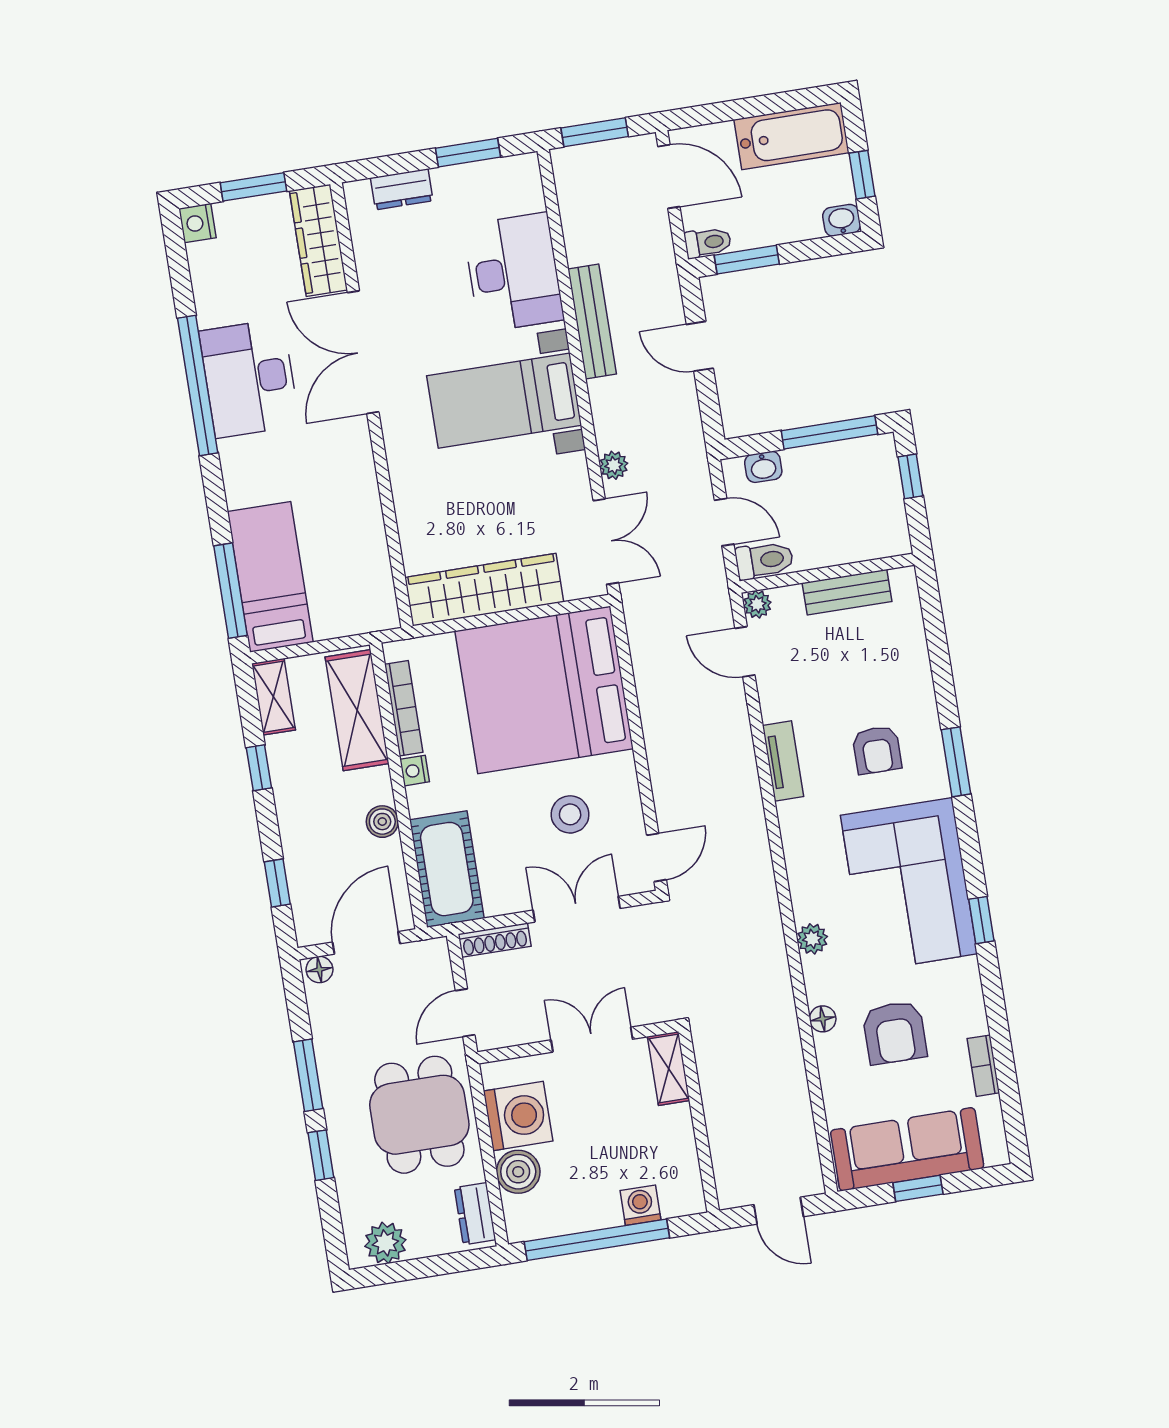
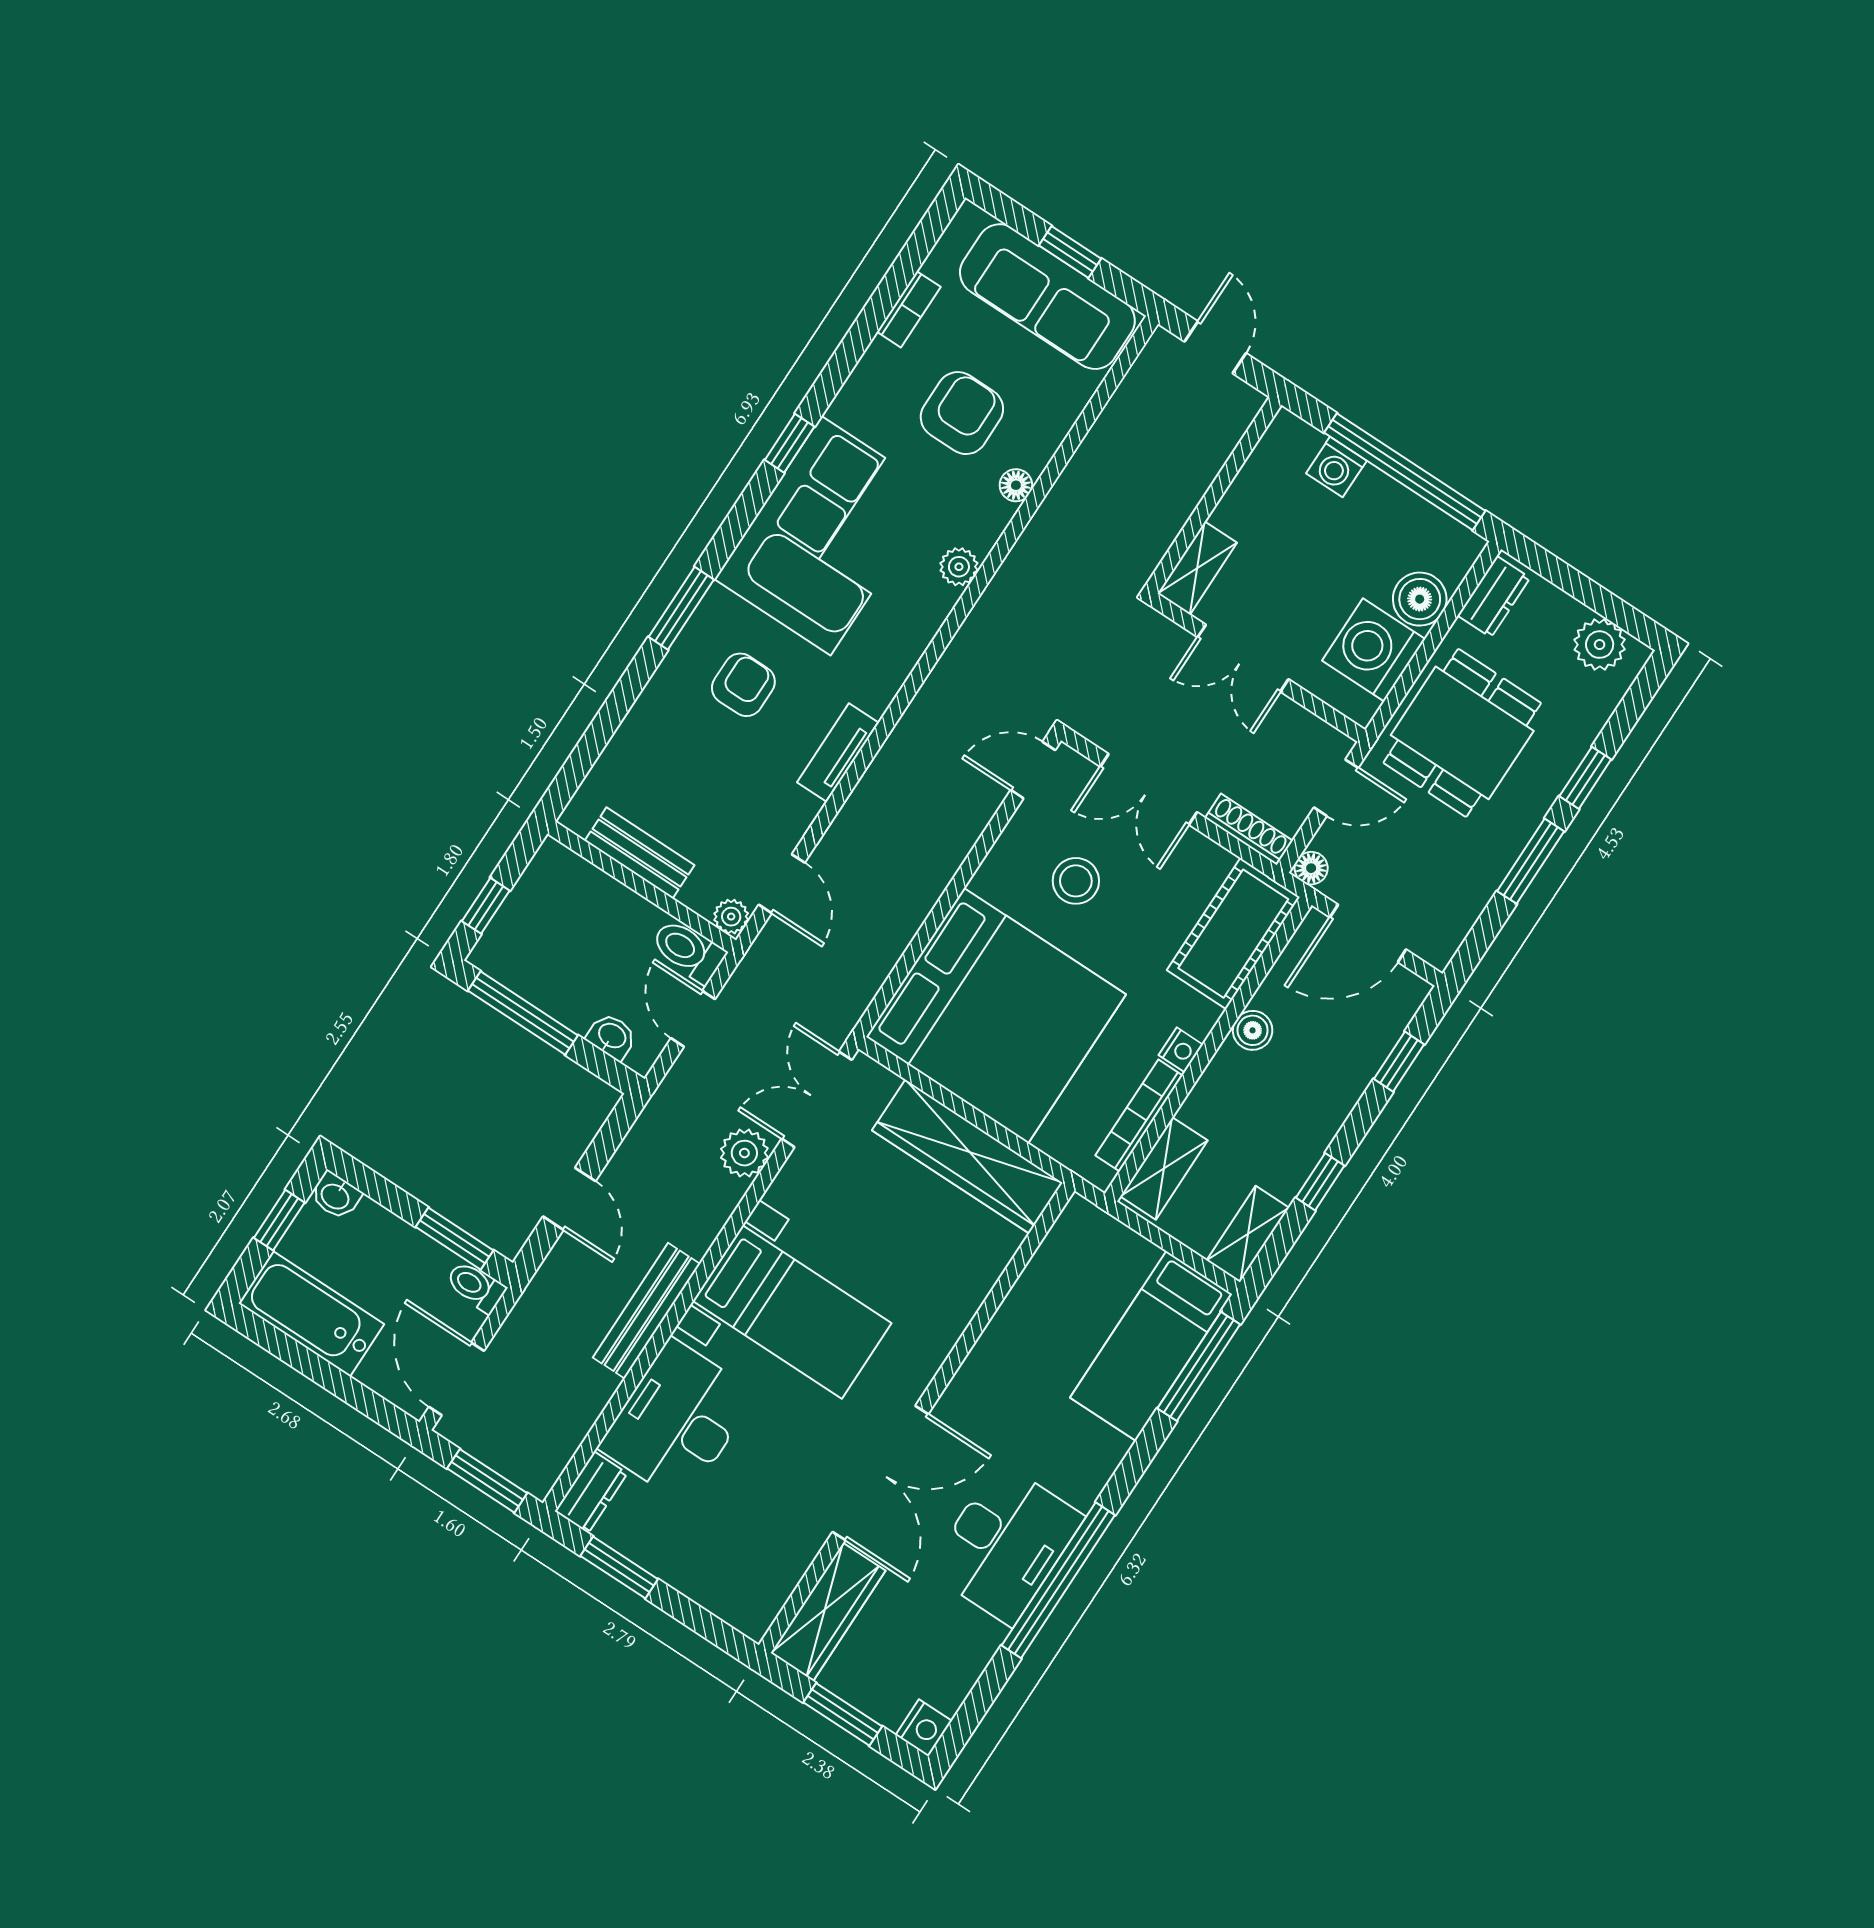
dresser: (402, 189) -> (591, 1492), moved, turned 90
plant: (614, 465) -> (744, 1153), width x1.38, depth x1.38
shelving: (357, 710) -> (1164, 1168), width x0.67, depth x0.75
floor lamp: (319, 970) -> (1311, 868), moved

